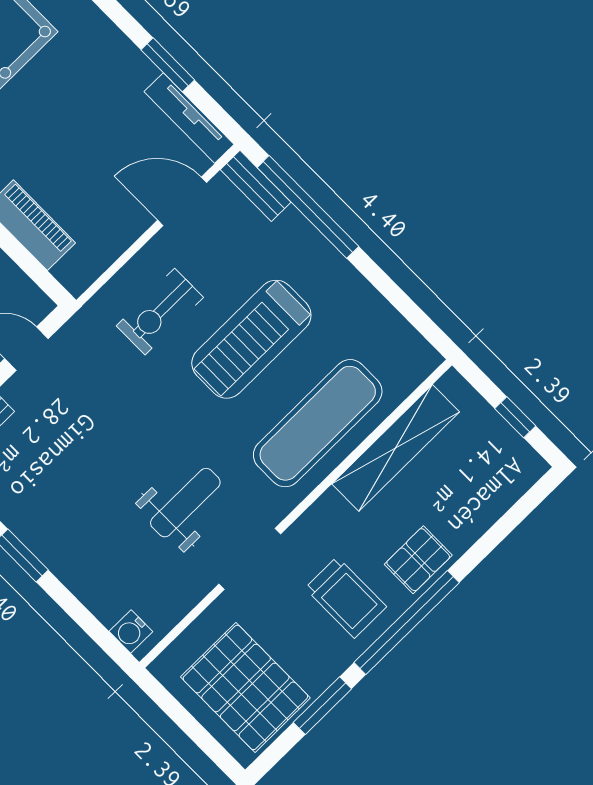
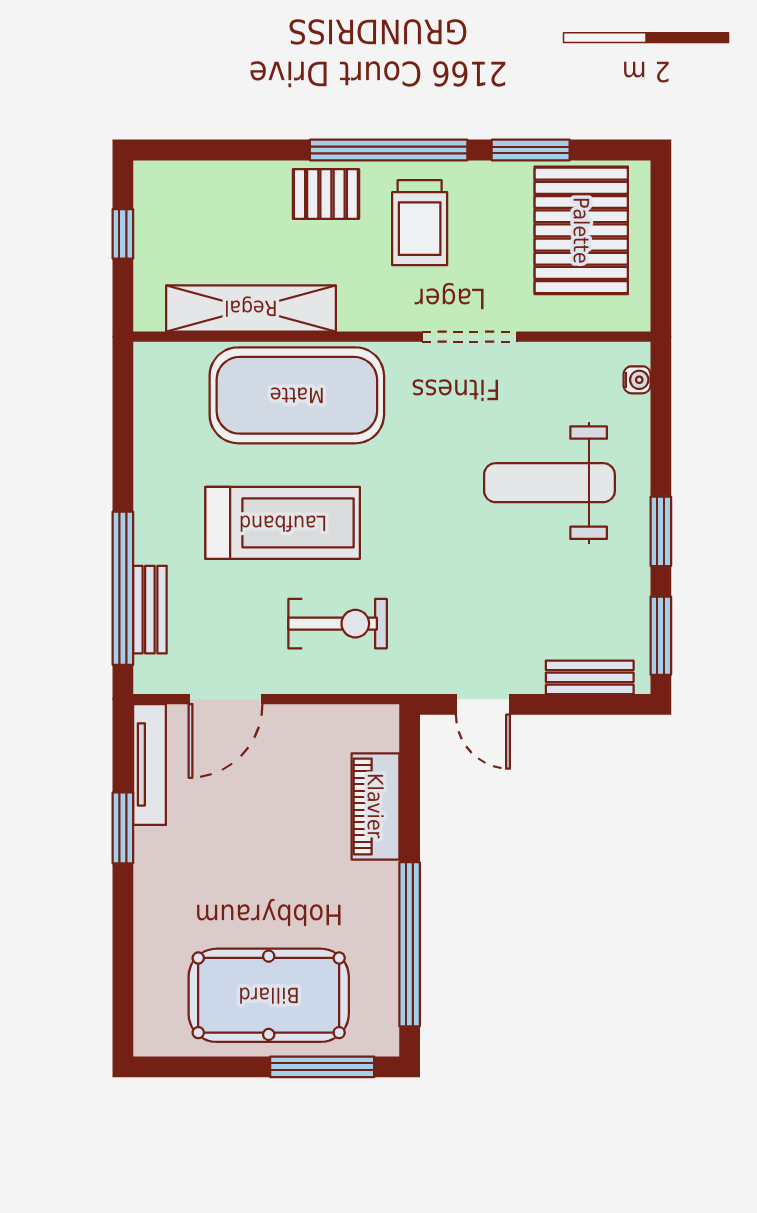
bench: (256, 186) -> (150, 610), moved
door: (182, 201) -> (226, 699), hinge flipped
exercise mat: (318, 423) -> (297, 395), width x1.47
weight bench: (185, 503) -> (549, 483), moved, width x1.36, depth x1.33
trolley: (346, 597) -> (420, 223), turned 180
water cooler: (131, 632) -> (637, 380), width x0.72, depth x0.72

